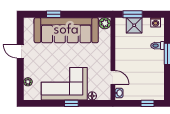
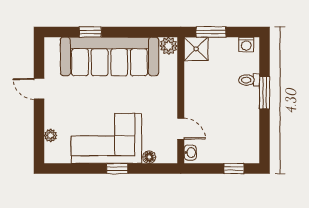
shower: (134, 25) -> (196, 49), moved

